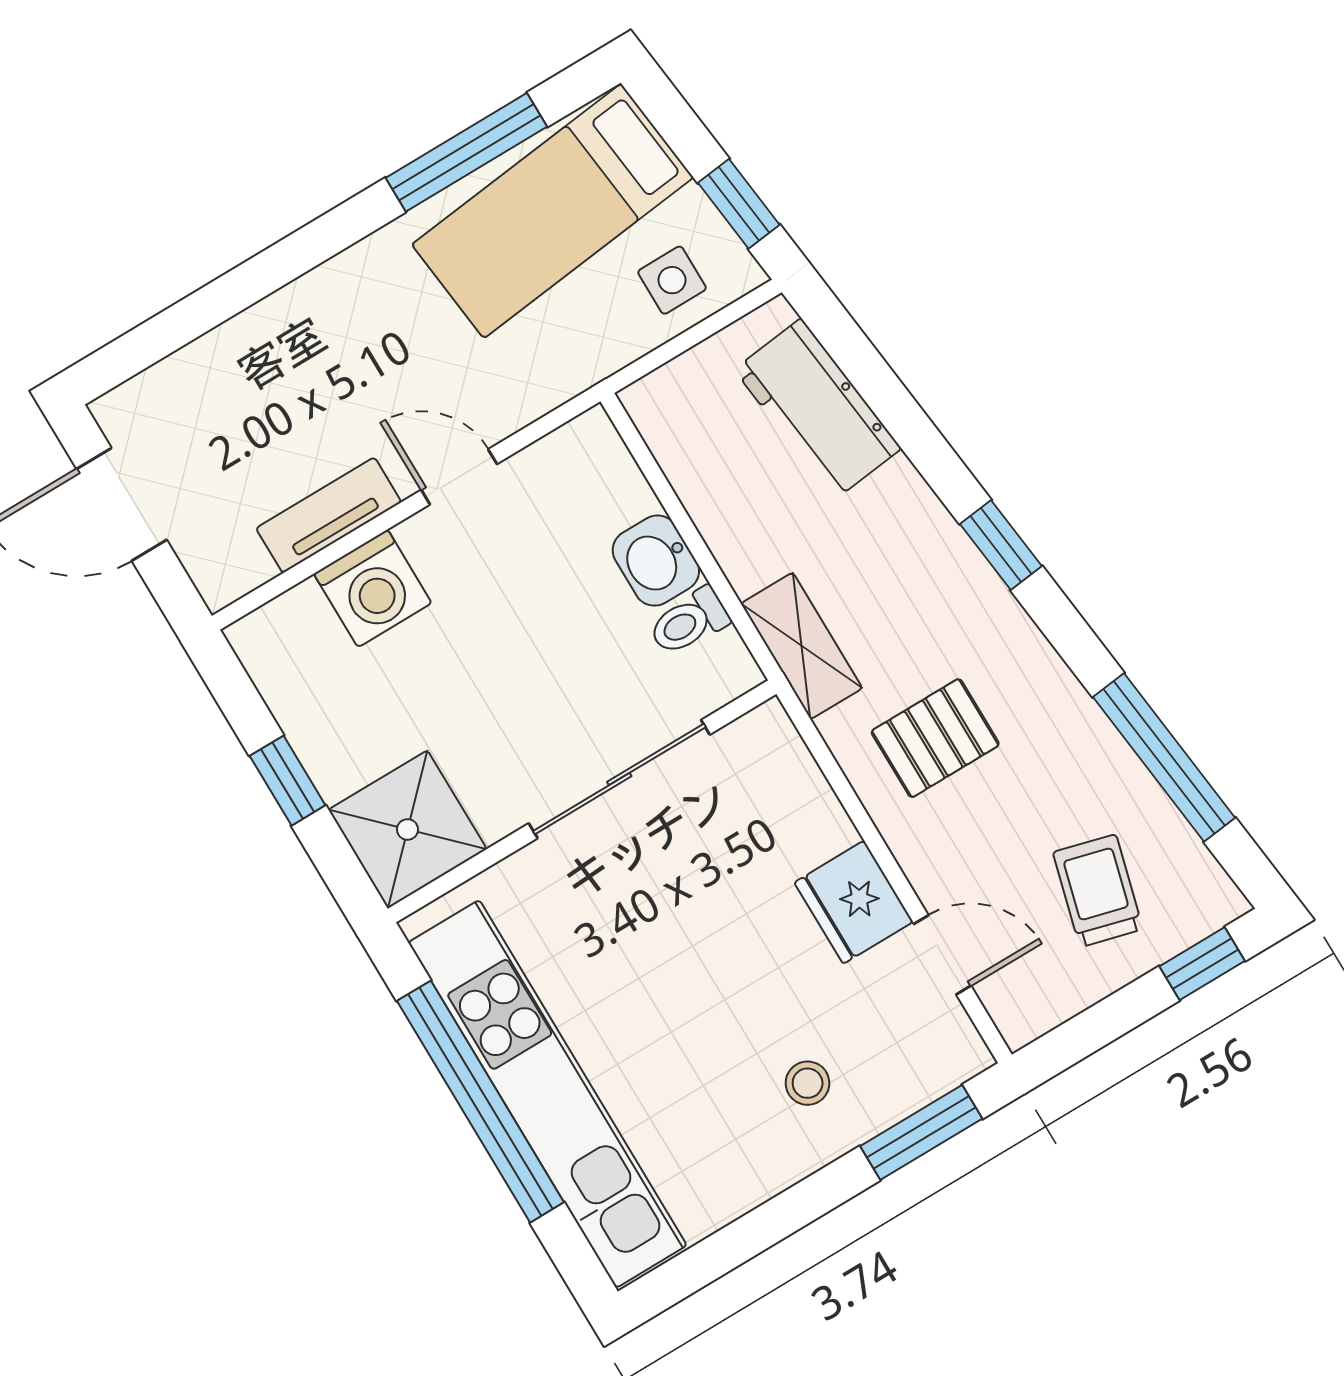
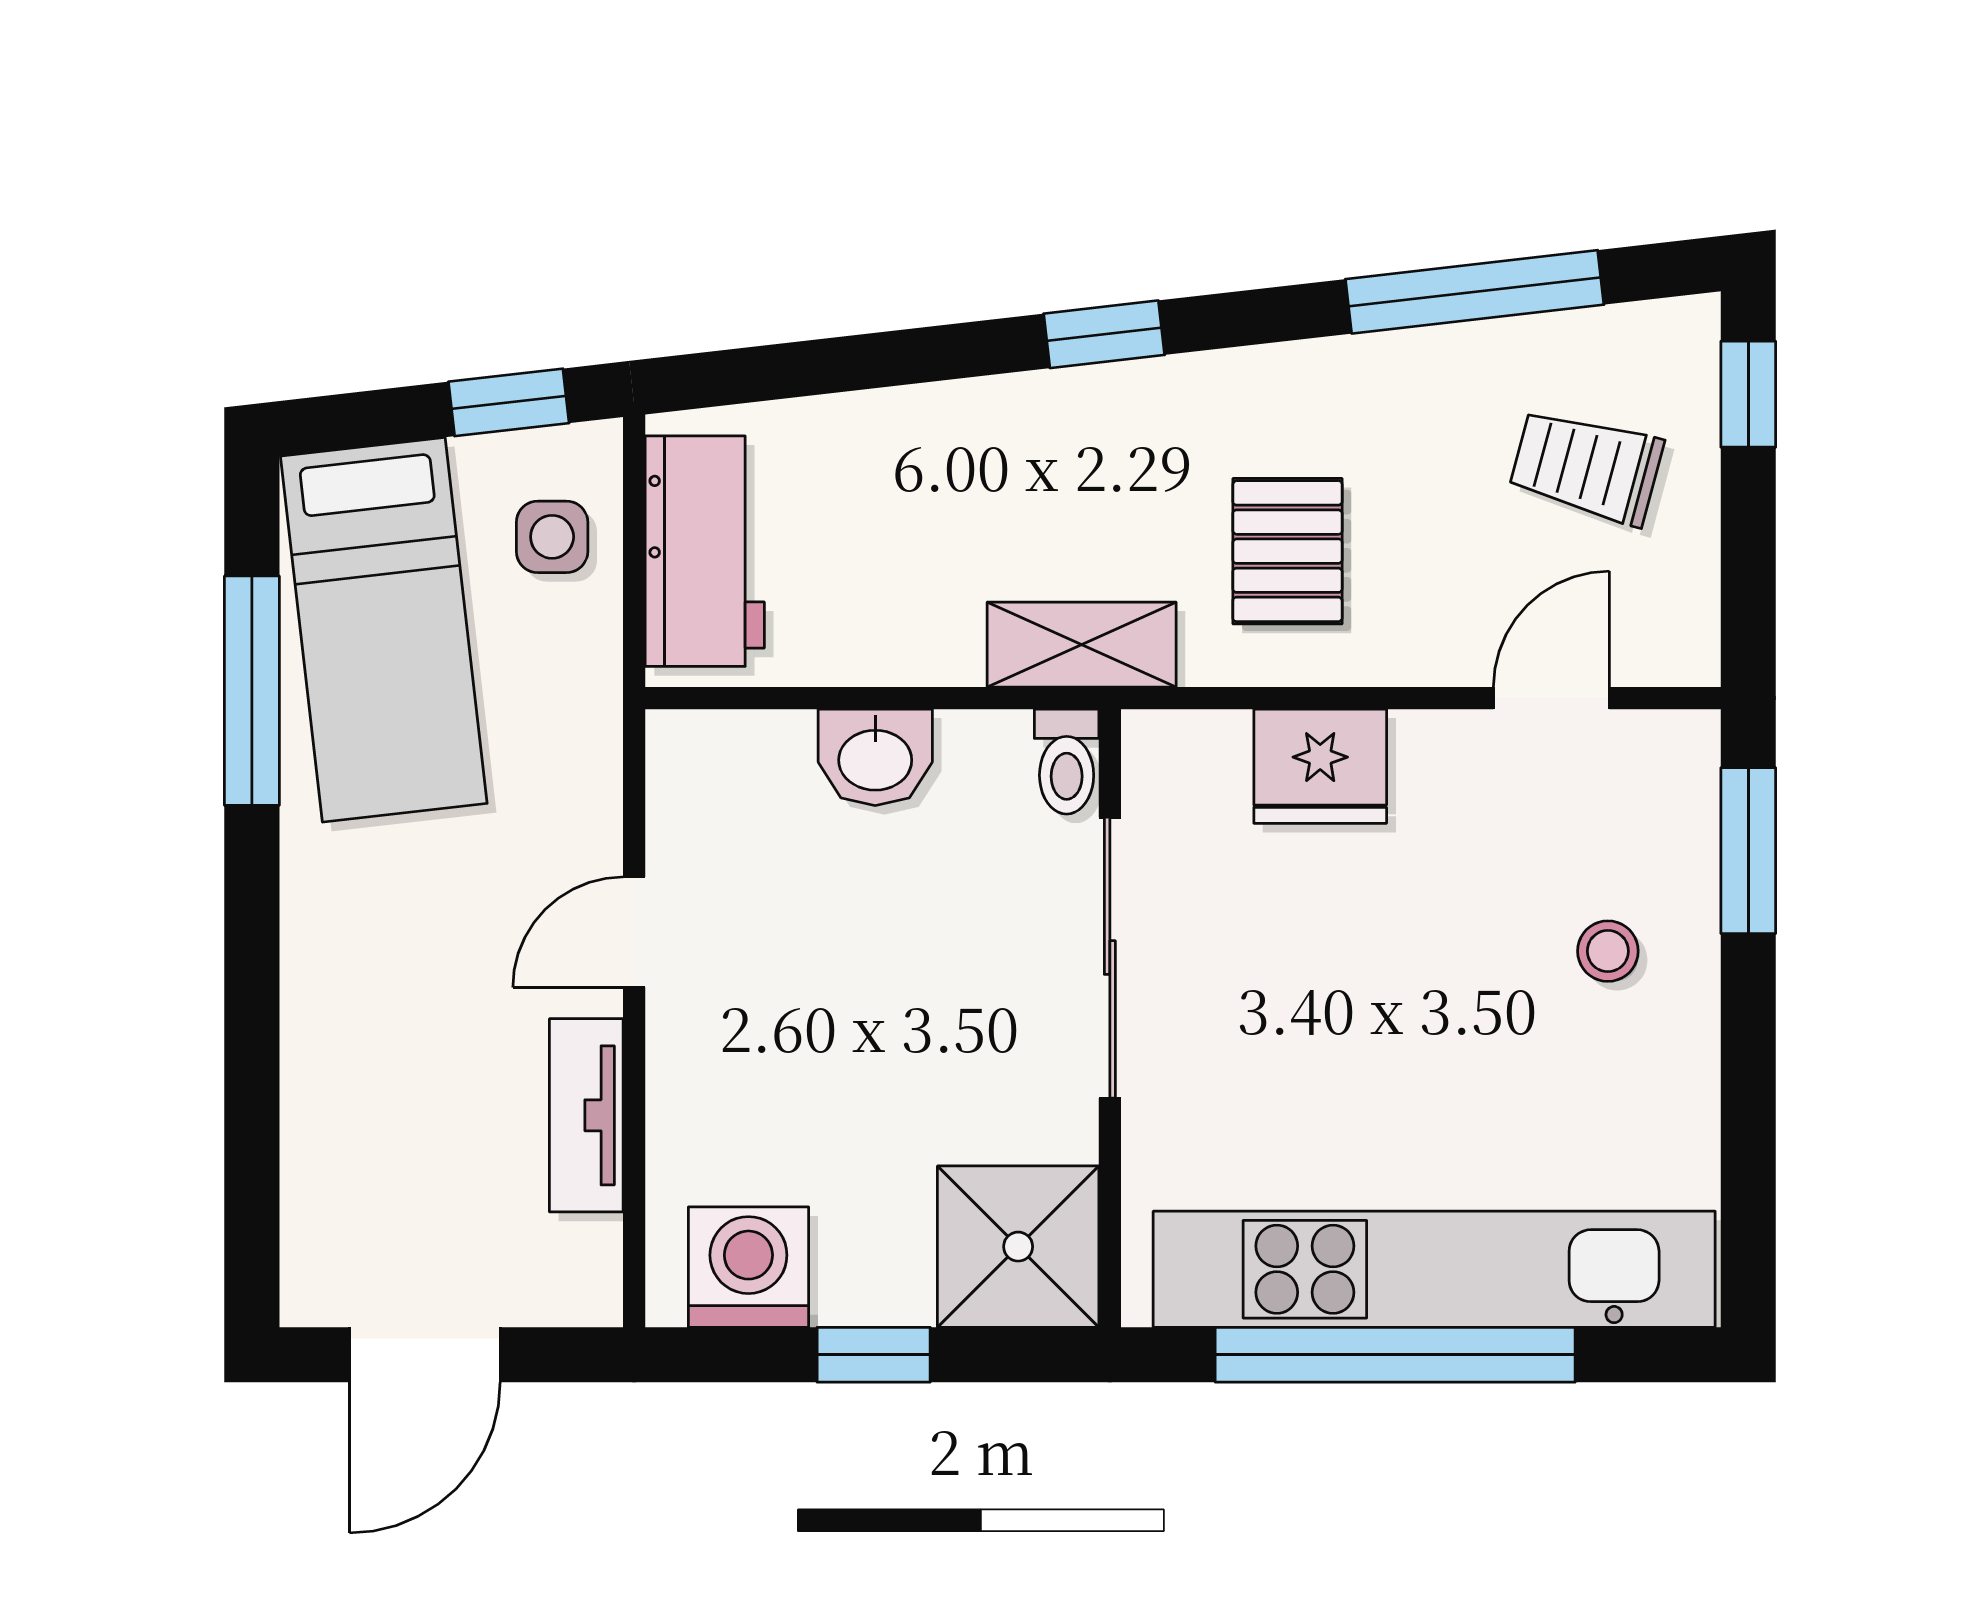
workbench: (818, 409) -> (705, 551), moved, turned -83
washing machine: (373, 588) -> (748, 1267), moved, turned -90
toilet: (689, 622) -> (1067, 762), moved
fridge: (854, 902) -> (1320, 766), moved

